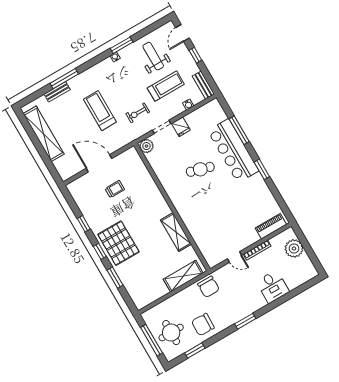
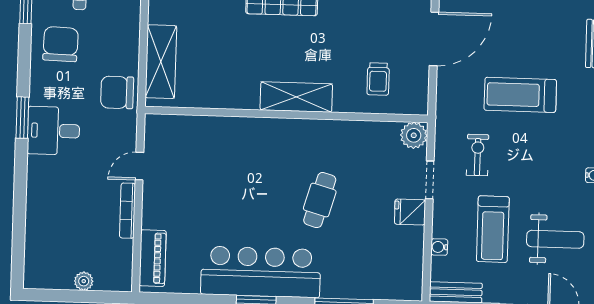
treadmill: (100, 111) -> (520, 95), turned 180
bar counter: (233, 151) -> (261, 272), moved
trolley: (115, 189) -> (378, 79), moved
shelving: (176, 232) -> (296, 97), moved
plant: (294, 248) -> (84, 281), width x0.53, depth x0.53
desk: (273, 287) -> (54, 131), moved

